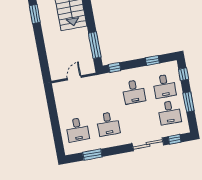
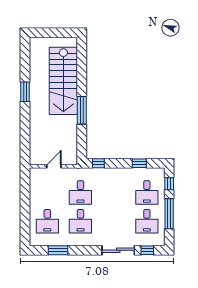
window: (95, 45) -> (82, 110), moved
desk: (134, 92) -> (80, 192), moved
window: (189, 102) -> (169, 214), width x1.44

